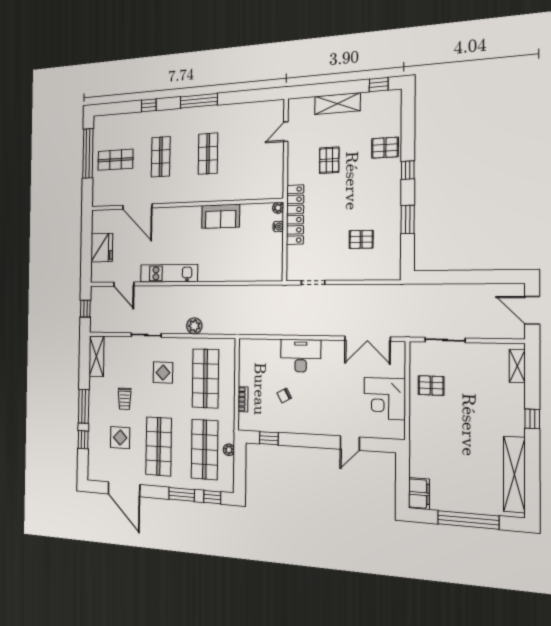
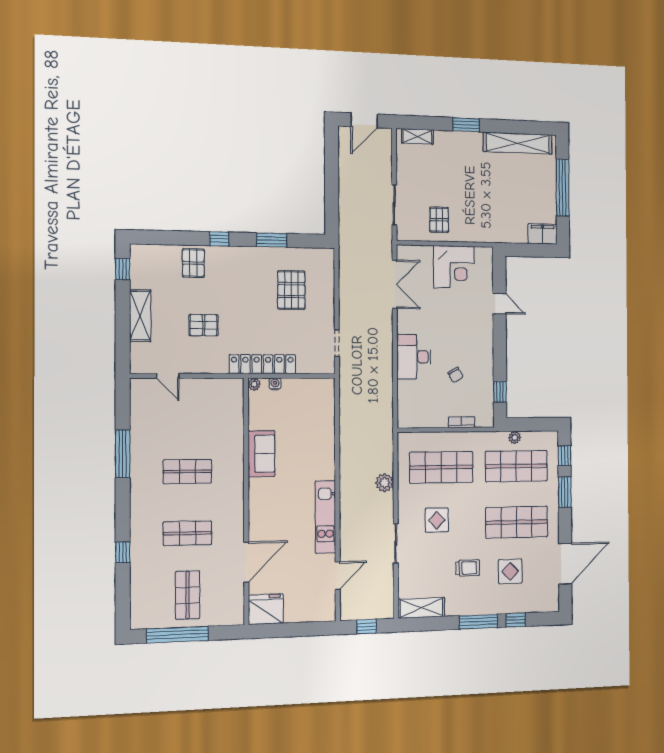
window: (199, 101) -> (123, 454), moved
pallet: (361, 239) -> (291, 290), width x1.50, depth x1.42
fridge: (102, 248) -> (266, 609), moved
window: (532, 419) -> (466, 125), width x1.50

